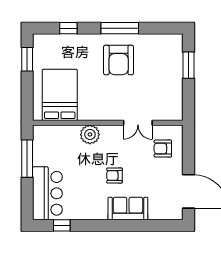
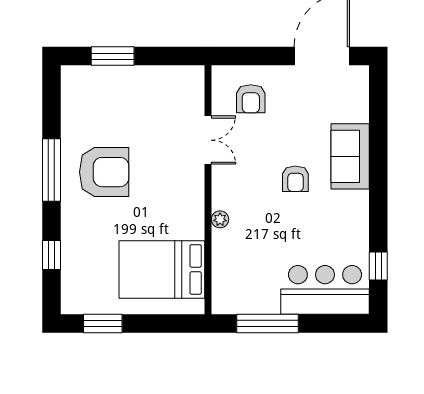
plant: (90, 134) -> (220, 219), width x0.53, depth x0.53

